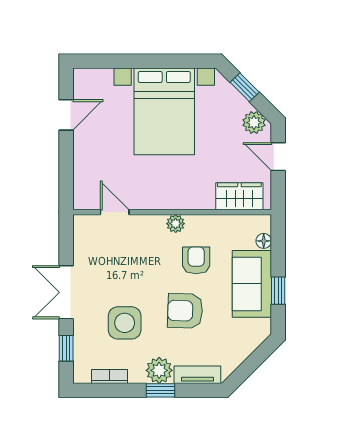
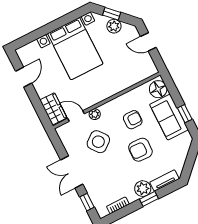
plant: (254, 123) -> (114, 26), moved
wardrobe: (239, 196) -> (53, 109), moved, turned 90
plant: (176, 224) -> (95, 114), moved
floor lamp: (264, 241) -> (158, 89), width x1.89, depth x1.89
armchair: (196, 260) -> (133, 120), turned 90
side table: (125, 323) -> (98, 142), moved, turned -38

